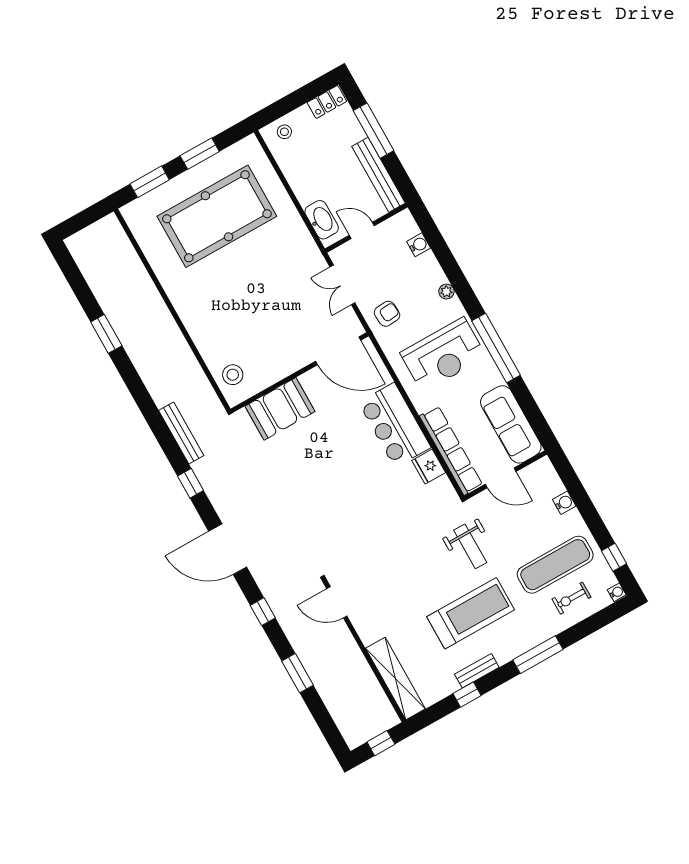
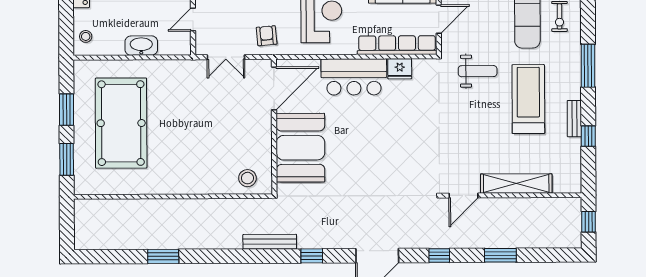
washbasin: (322, 220) -> (141, 46), moved
booth: (280, 409) -> (300, 148), width x1.36, depth x1.42
shelving: (395, 679) -> (516, 184), moved

